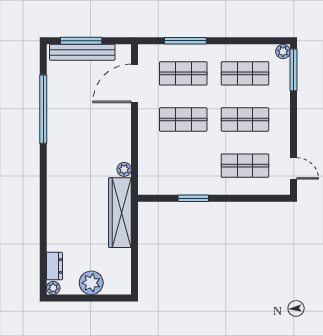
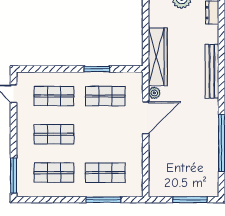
plant: (283, 51) -> (22, 191), removed
bench: (82, 52) -> (212, 71), moved, turned 90
door: (135, 83) -> (146, 118), moved
shop shelf: (183, 120) -> (105, 96), moved

